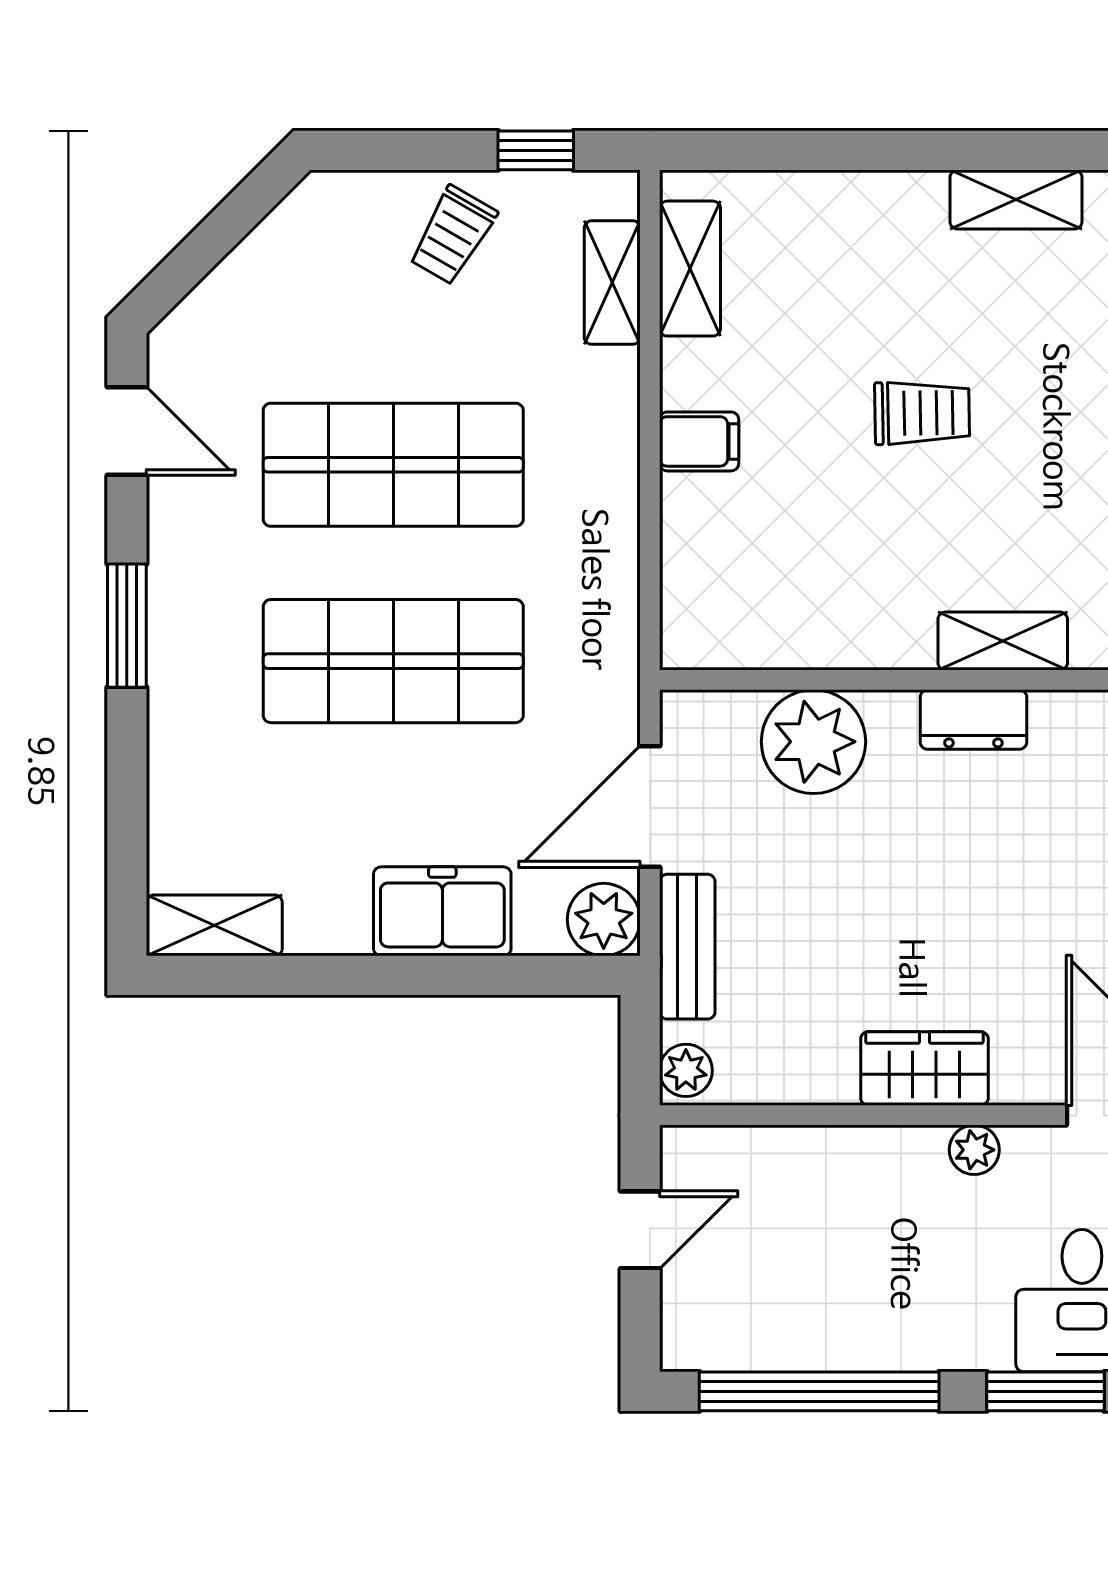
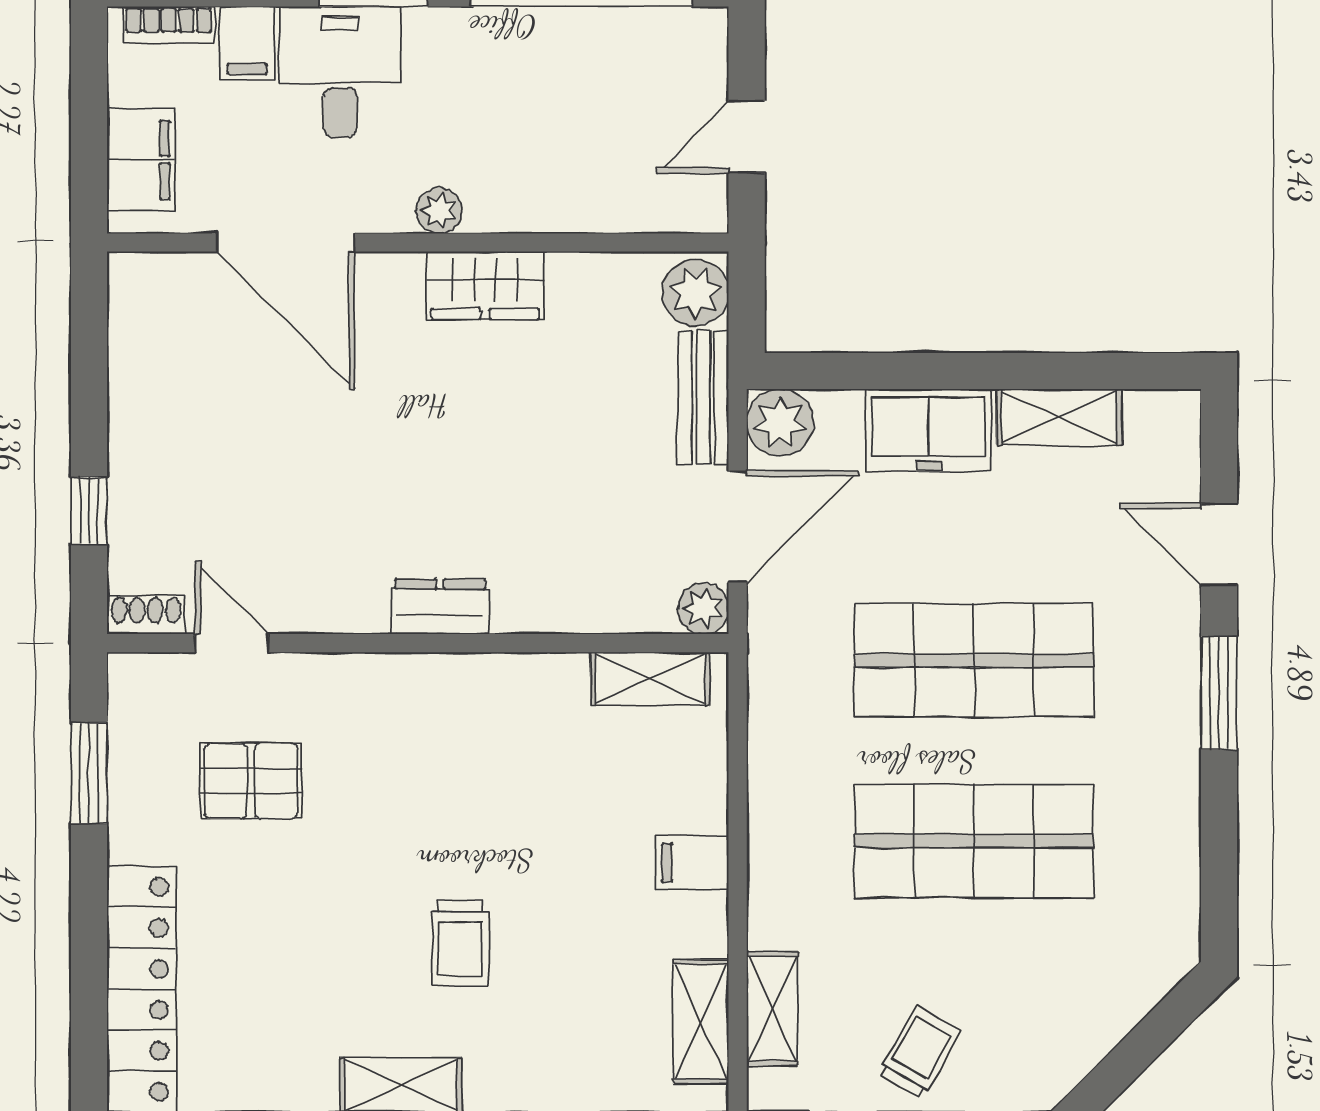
trolley: (922, 413) -> (460, 943), moved, turned -89
door: (127, 431) -> (1219, 544), moved
shelving: (1003, 641) -> (650, 679), moved
plant: (813, 742) -> (703, 609), moved, width x0.53, depth x0.53
shelving: (214, 925) -> (1059, 417), moved
plant: (686, 1070) -> (695, 293), width x1.38, depth x1.38

